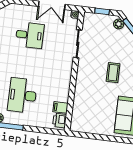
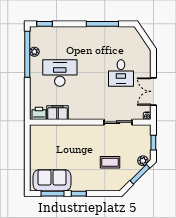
coffee table: (113, 73) -> (110, 162), moved
filing cabinet: (61, 107) -> (58, 113), width x2.00

